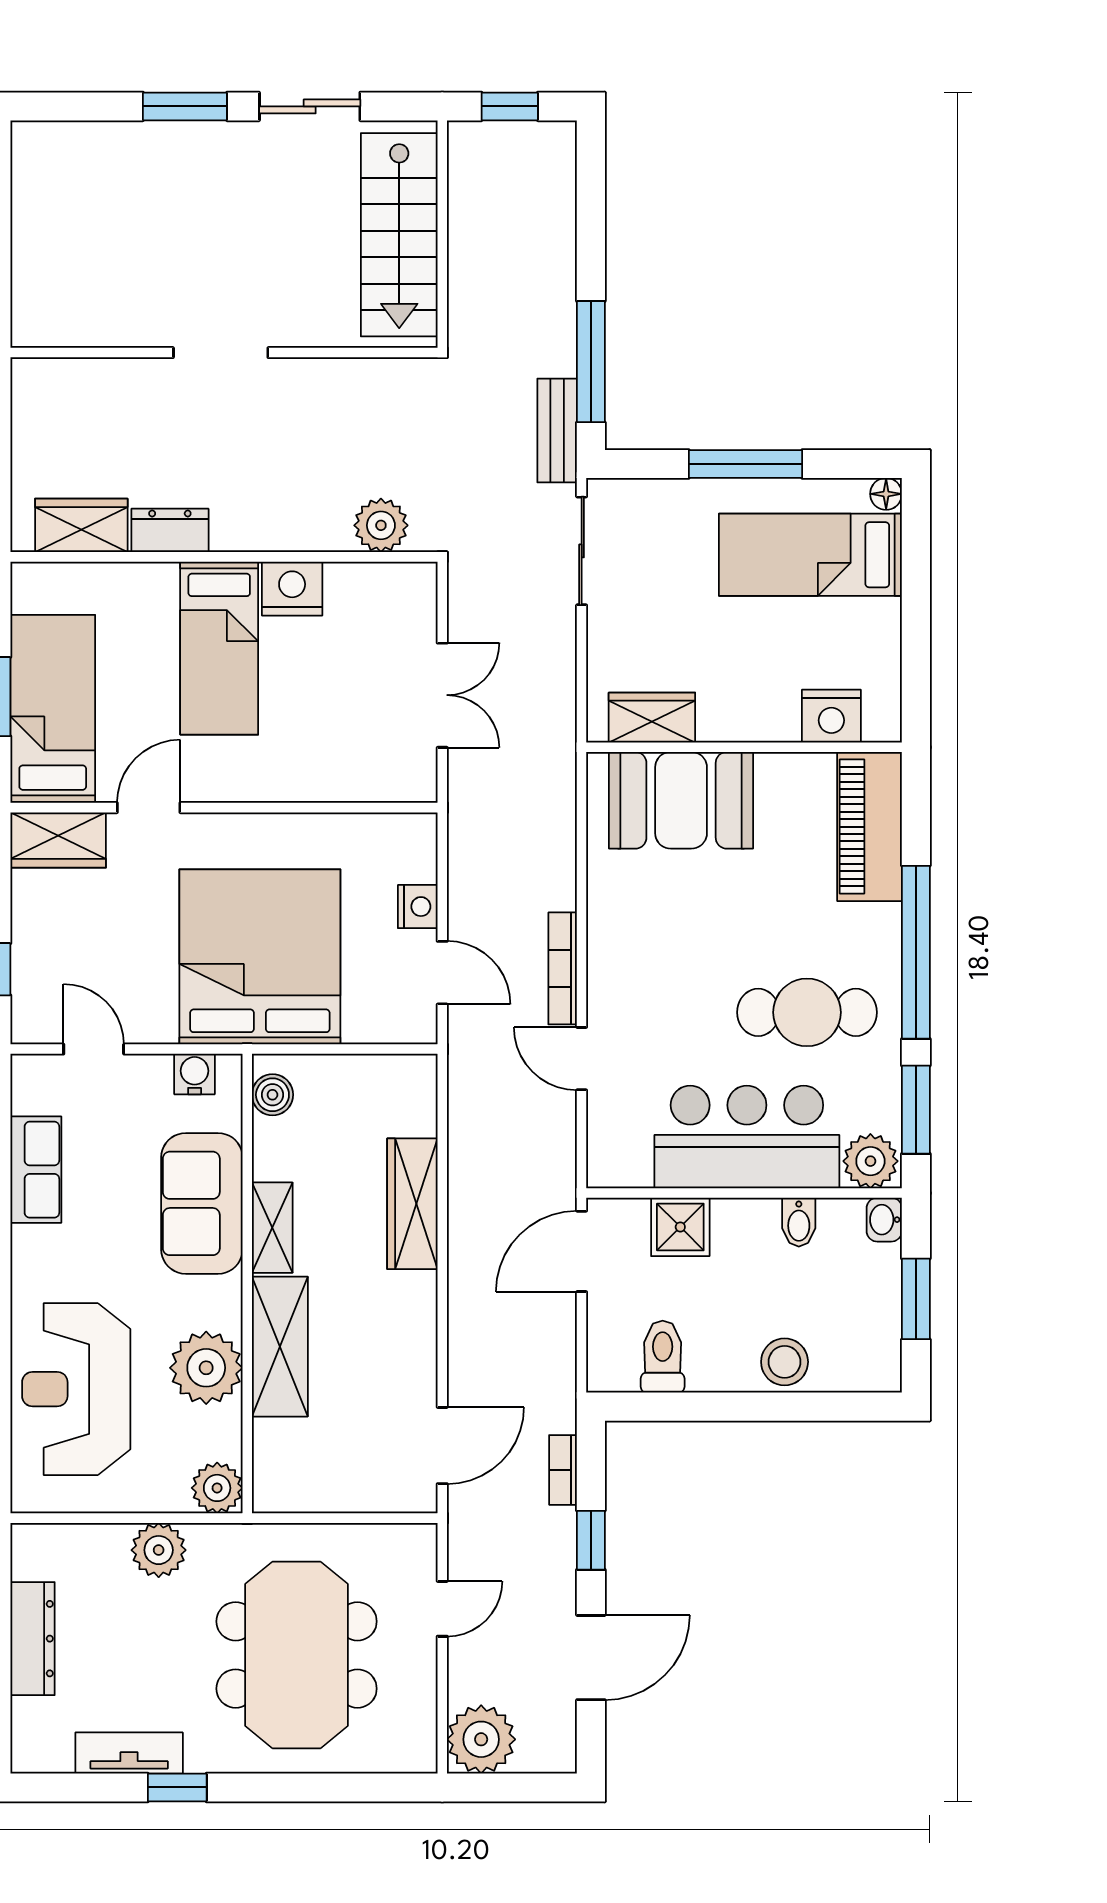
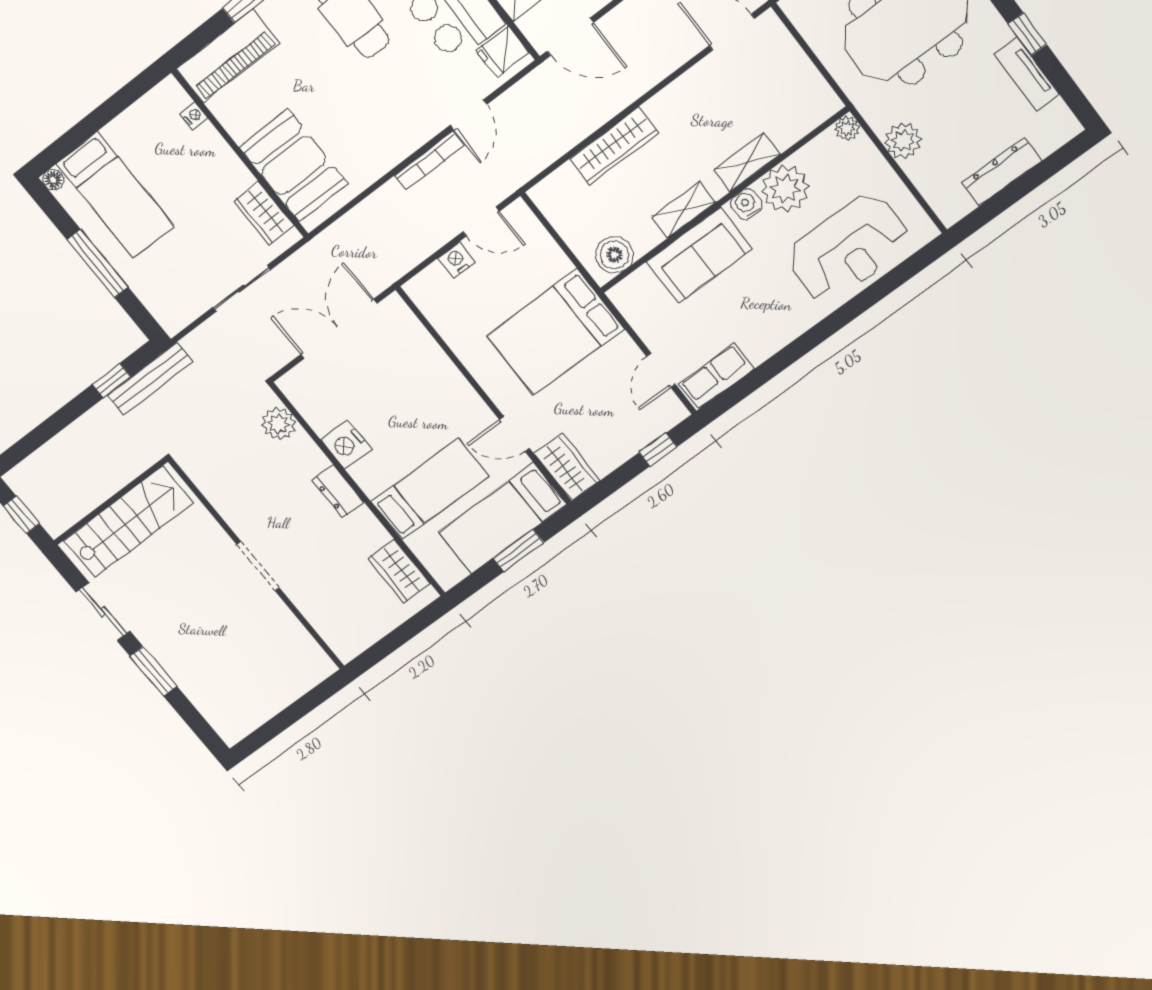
window: (591, 362) -> (112, 381), width x0.46
bench: (557, 430) -> (150, 379), width x1.36
dresser: (170, 530) -> (338, 491), moved
sliding door: (582, 551) -> (242, 289), moved
bed: (219, 648) -> (430, 489), moved
double door: (442, 695) -> (339, 329), width x1.37
nightstand: (831, 716) -> (194, 116), width x0.53, depth x0.56
bed: (260, 957) -> (555, 332), width x0.73
door: (442, 973) -> (481, 222), swing flipped
water cooler: (195, 1074) -> (746, 204), moved, turned 90
boiler: (272, 1095) -> (614, 255), width x1.36, depth x1.36
fridge: (625, 1158) -> (503, 52), added
row of seats: (36, 1170) -> (716, 376), moved
shelving: (280, 1347) -> (747, 162), width x0.67, depth x0.75
plant: (217, 1488) -> (847, 128), width x0.73, depth x0.73

